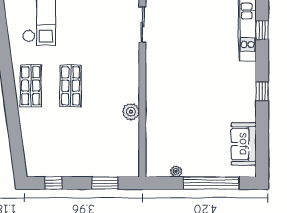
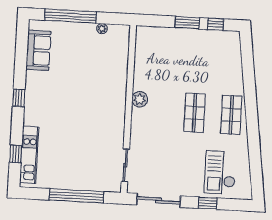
plant: (131, 112) -> (140, 99), moved
window: (105, 183) -> (187, 23), moved

